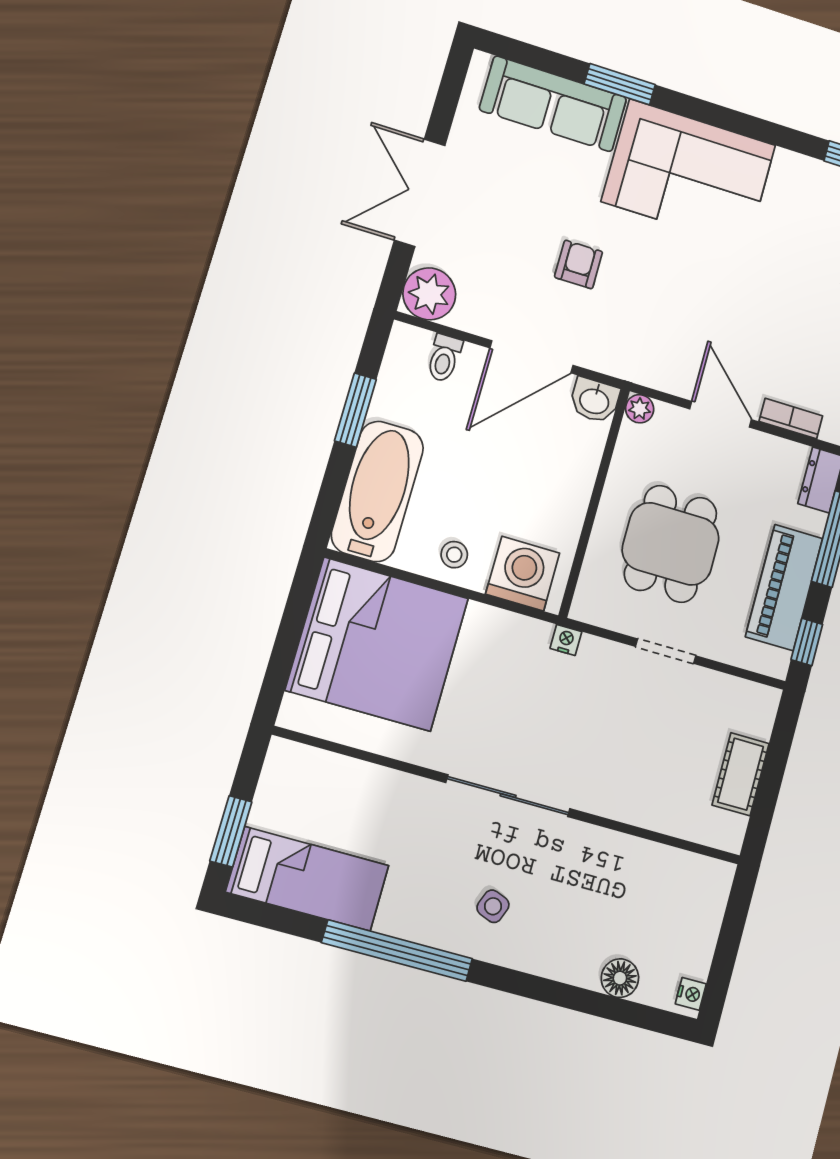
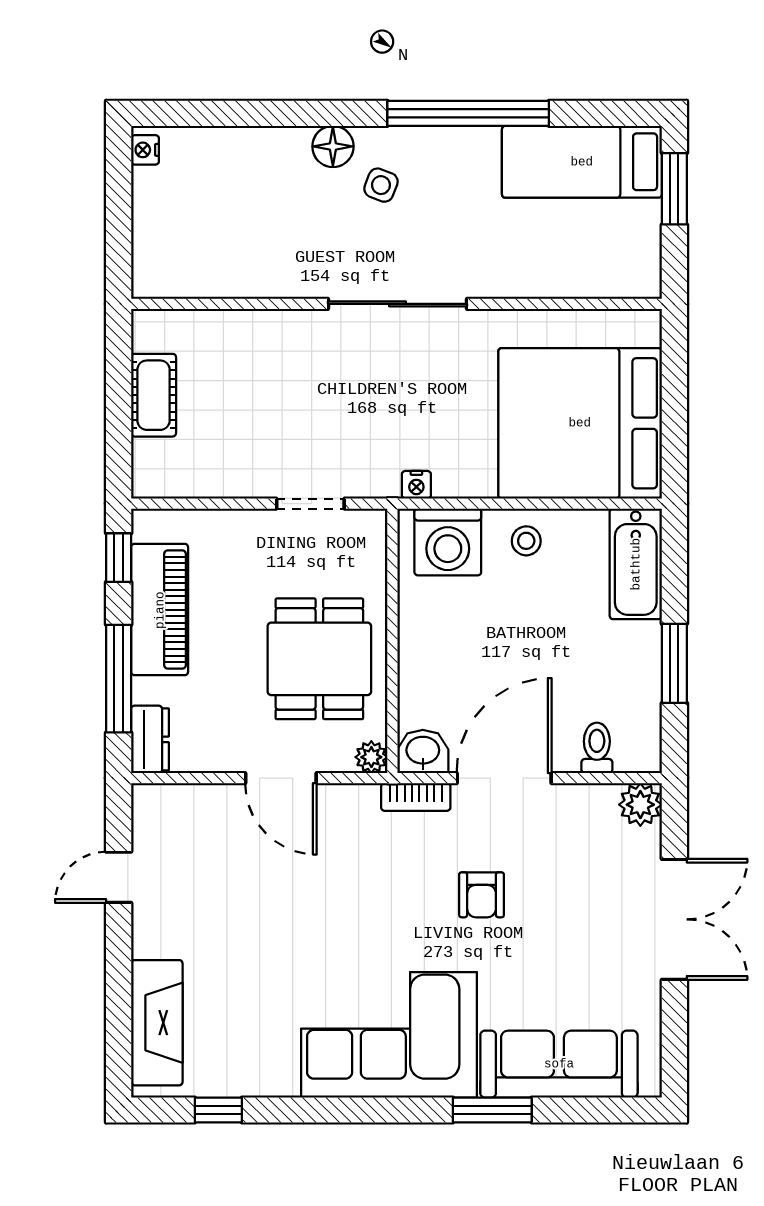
plant: (429, 294) -> (640, 805), width x0.73, depth x0.73
bookcase: (791, 419) -> (416, 797), moved
bathtub: (377, 491) -> (636, 564), width x0.73, depth x0.73
dining table: (671, 544) -> (319, 659), moved
nightstand: (566, 640) -> (416, 485), moved
doorway: (666, 651) -> (310, 504), moved
floor lamp: (620, 978) -> (333, 146), moved

